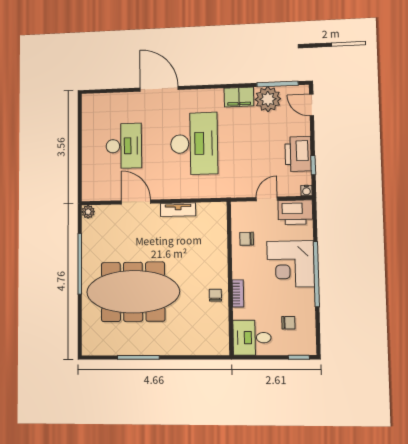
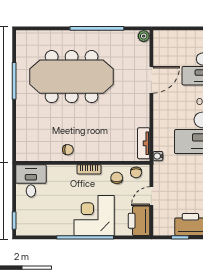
water cooler: (306, 190) -> (158, 156), moved
door: (267, 199) -> (151, 196), swing flipped
tv unit: (178, 210) -> (144, 143), moved
meeting table: (133, 292) -> (72, 77), turned 90
bookcase: (238, 293) -> (89, 169), moved
chair: (288, 323) -> (136, 172), moved

